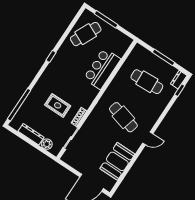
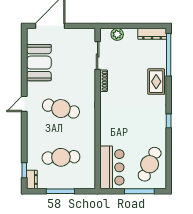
bar counter: (102, 69) -> (112, 167), moved
rug: (58, 105) -> (156, 82), moved, turned 90
dresser: (31, 134) -> (152, 34), moved

